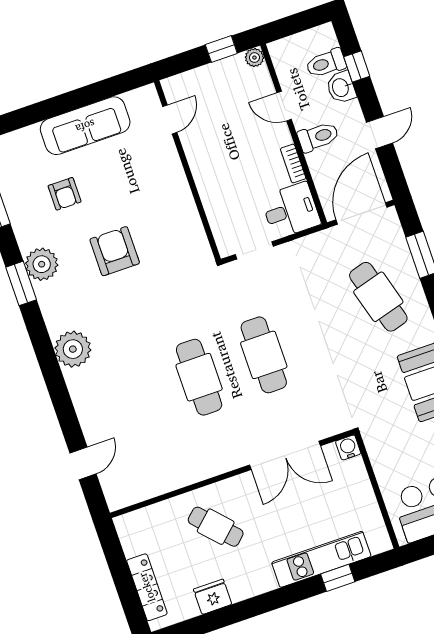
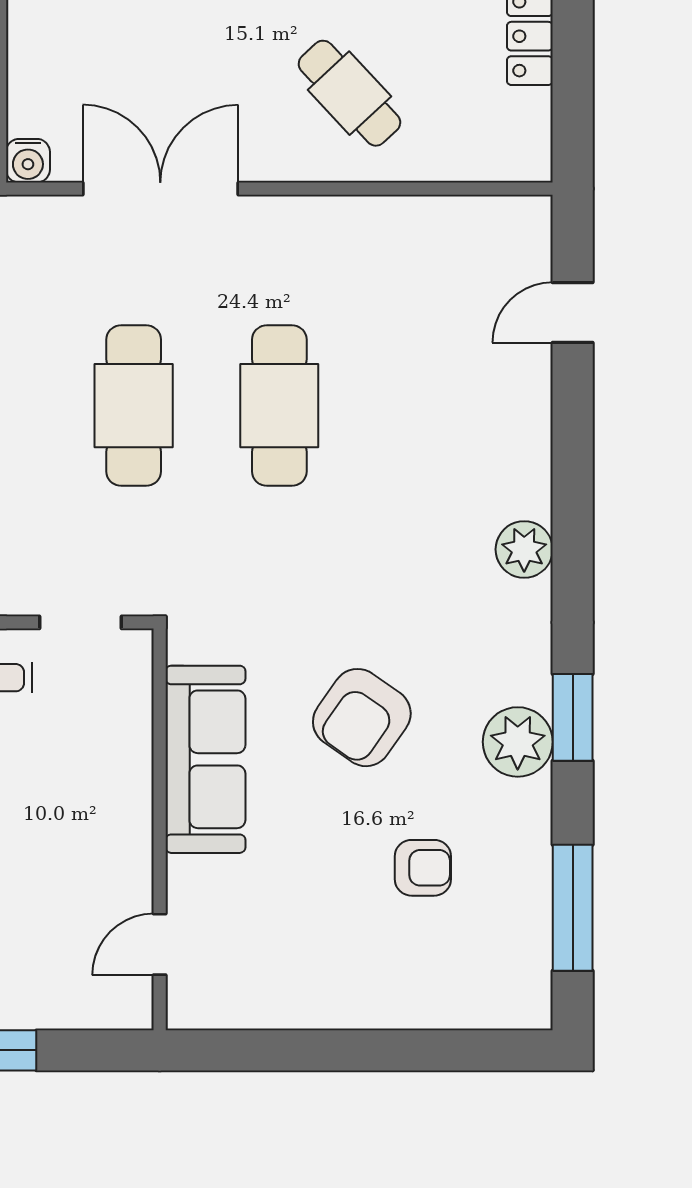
sofa: (85, 126) -> (205, 759), moved, turned 90
armchair: (65, 194) -> (423, 868), turned 90
armchair: (115, 251) -> (362, 718), turned 35
plant: (73, 349) -> (524, 549), width x0.73, depth x0.73

